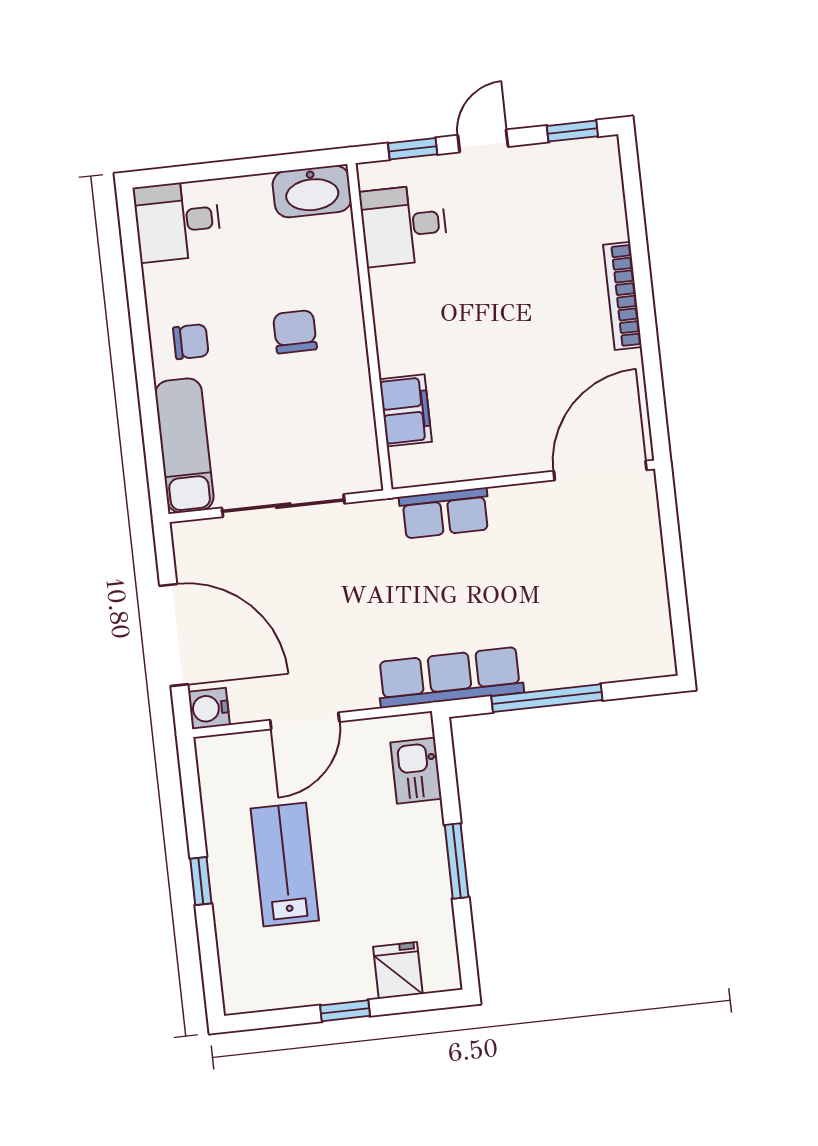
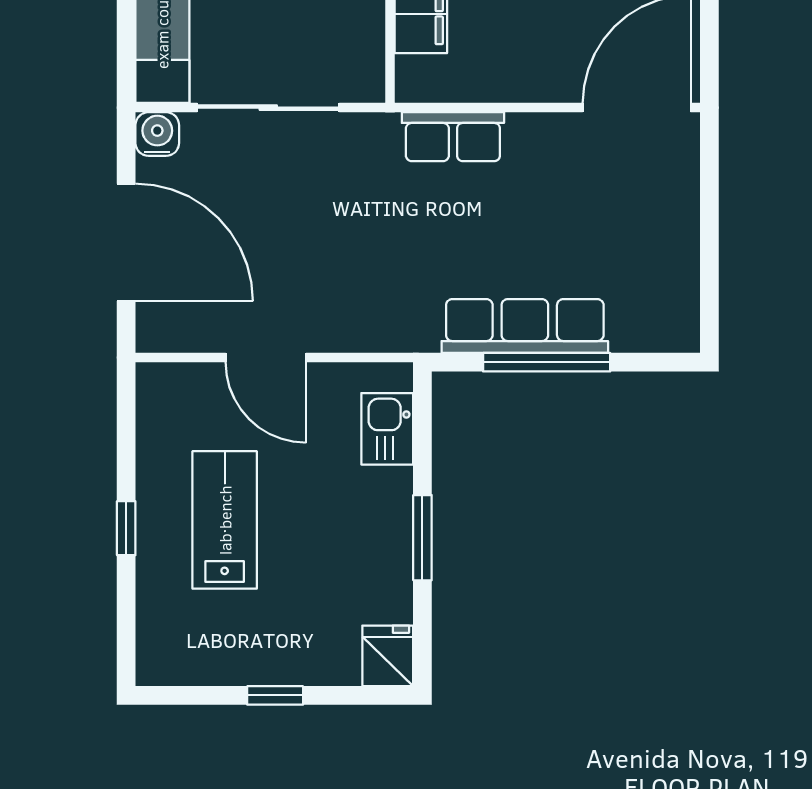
row of seats: (450, 677) -> (525, 326), moved
water cooler: (209, 708) -> (157, 134), moved, turned 90
door: (305, 721) -> (266, 358), hinge flipped
fridge: (398, 970) -> (388, 656), moved

